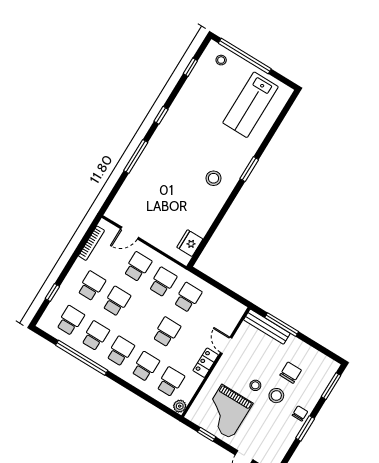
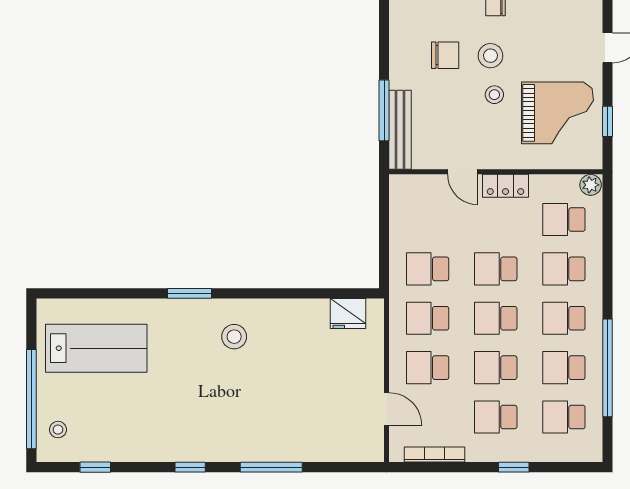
window: (52, 292) -> (514, 467), moved
school desk: (142, 317) -> (496, 318), added
door: (226, 345) -> (463, 172), hinge flipped
chair: (291, 373) -> (445, 55), turned 180

